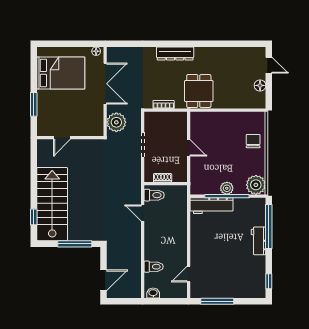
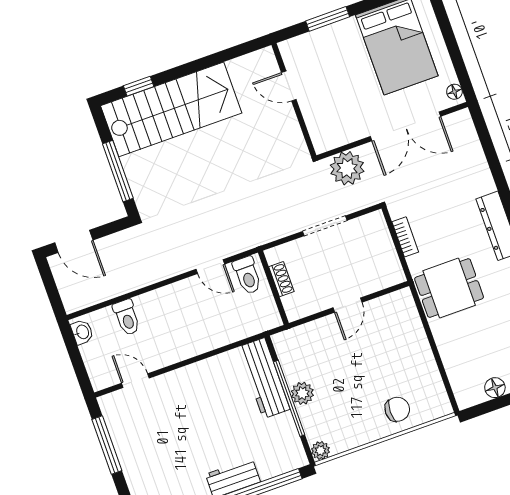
plant: (256, 185) -> (320, 451), width x0.53, depth x0.53
door: (143, 213) -> (210, 267), swing flipped

